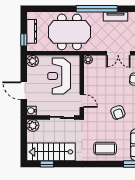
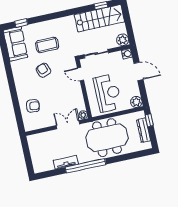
double door: (118, 53) -> (68, 125), moved
coffee table: (105, 148) -> (47, 45), moved

